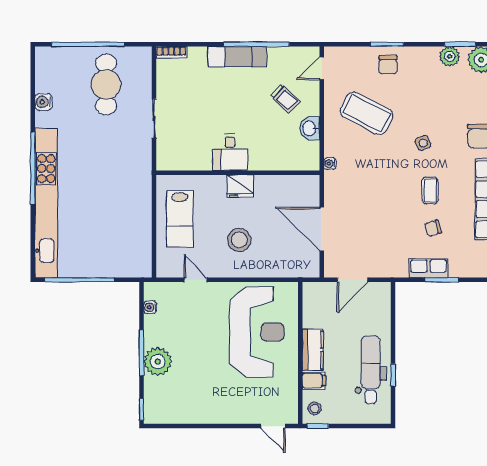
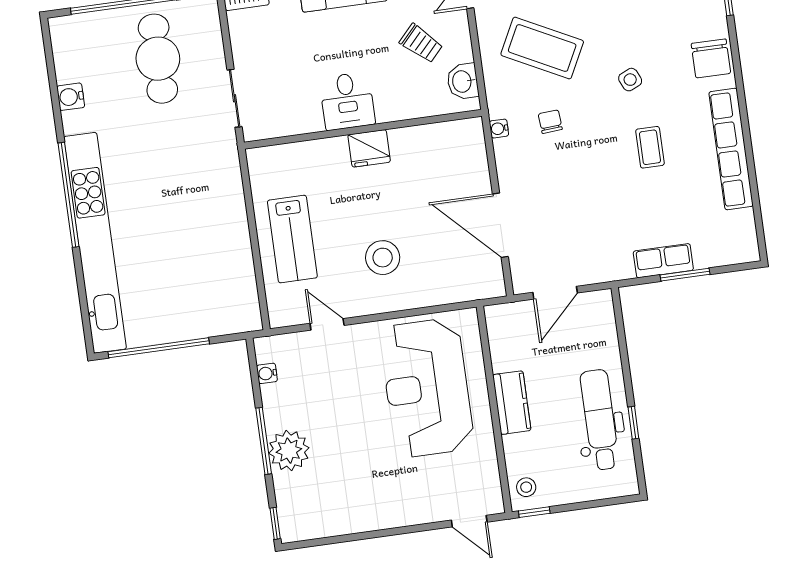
desk: (230, 152) -> (347, 101), moved
wall: (238, 173) -> (363, 129), moved
fridge: (240, 186) -> (369, 148), moved
chair: (433, 228) -> (550, 122), moved, turned 103
reception desk: (257, 332) -> (427, 388), turned 180
filing cabinet: (314, 381) -> (519, 447), removed

